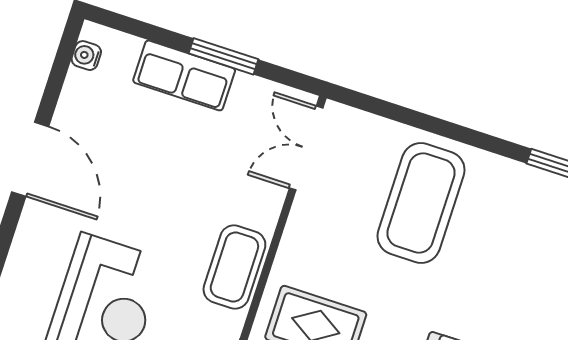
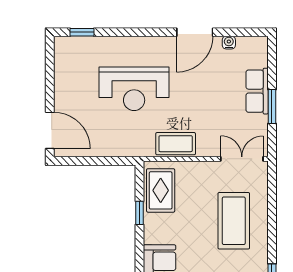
water cooler: (86, 56) -> (229, 43), moved
coffee table: (421, 203) -> (234, 221), turned 90

